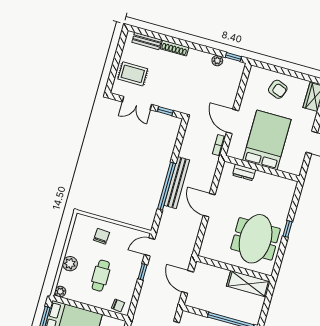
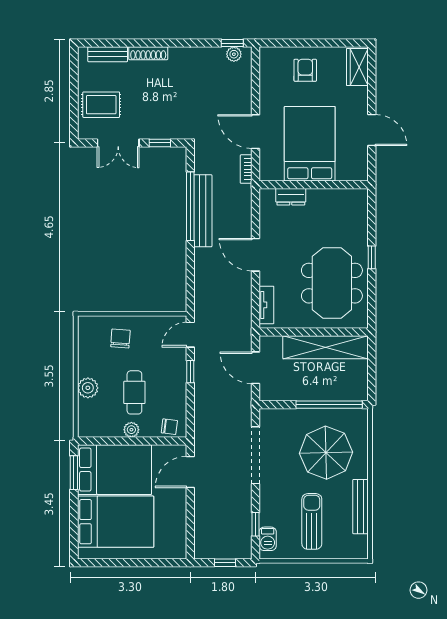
plant: (217, 61) -> (234, 54), moved
armchair: (278, 89) -> (305, 70), turned -111
bench: (177, 183) -> (203, 211), moved
window: (167, 186) -> (190, 206), moved
tv unit: (207, 241) -> (266, 305), added
shelving: (248, 284) -> (326, 347), width x1.47
plant: (60, 292) -> (131, 430), moved

